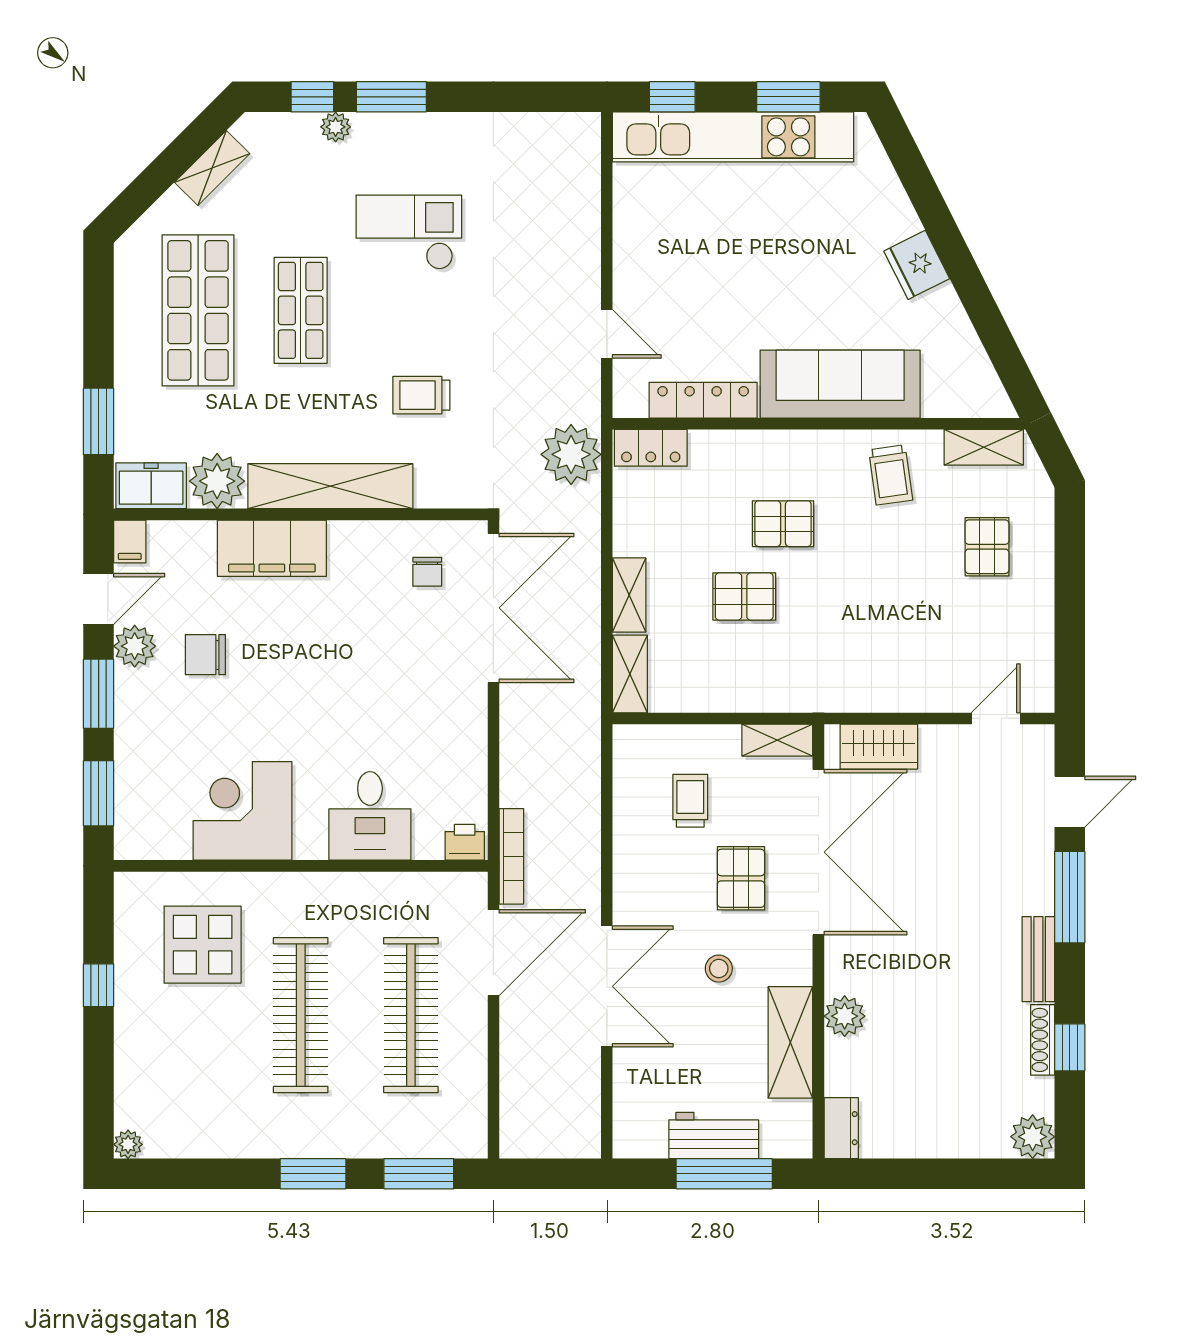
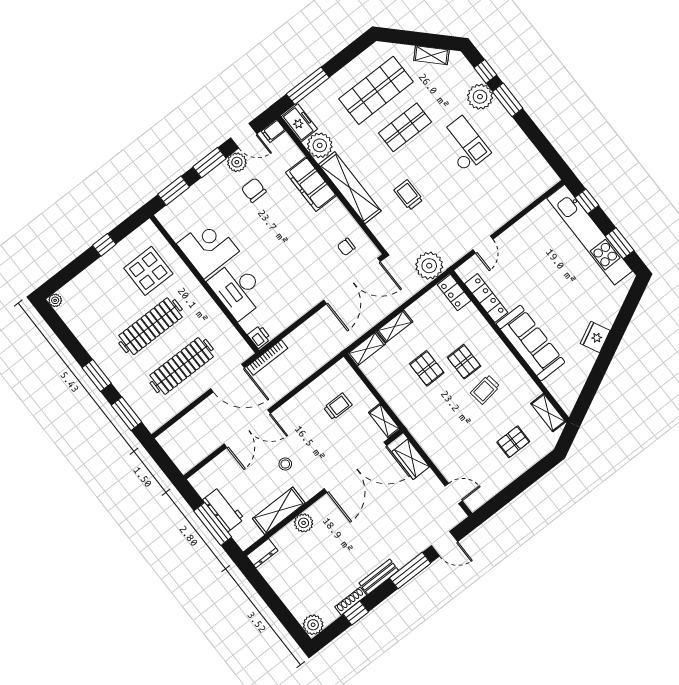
plant: (336, 127) -> (480, 97), width x1.88, depth x1.88
window: (99, 421) -> (308, 86), width x1.44
trolley: (891, 475) -> (485, 390), moved
desk: (370, 816) -> (238, 290), width x1.37
pallet: (741, 878) -> (324, 447), removed

